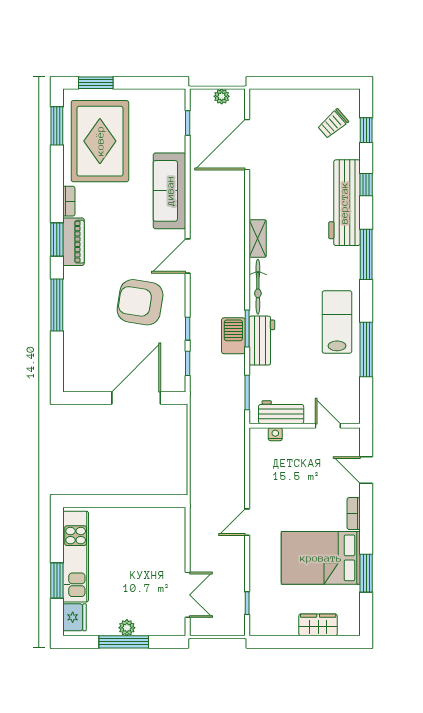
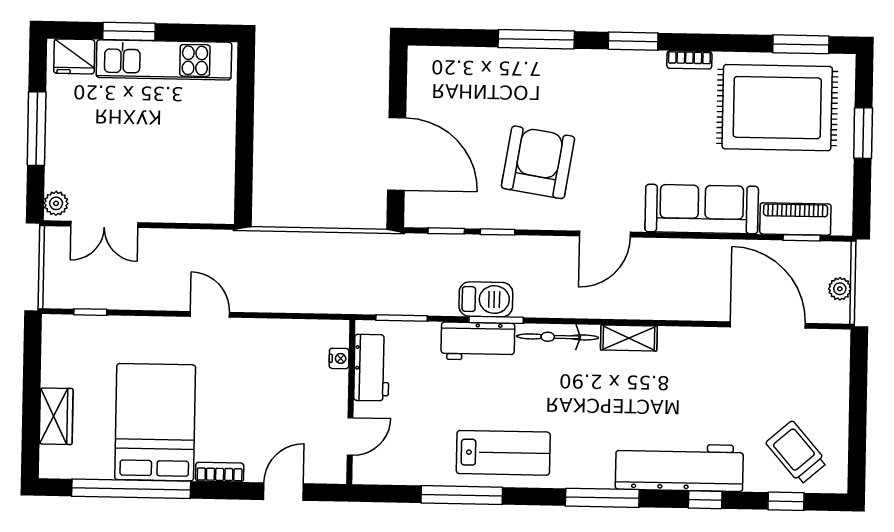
window: (96, 83) -> (863, 133), moved
trolley: (333, 124) -> (796, 453), width x1.36, depth x1.39
piano: (73, 242) -> (795, 219), moved, turned 180
door: (188, 256) -> (605, 234), swing flipped
window: (366, 573) -> (131, 489), width x2.11
plant: (127, 628) -> (56, 203), moved

